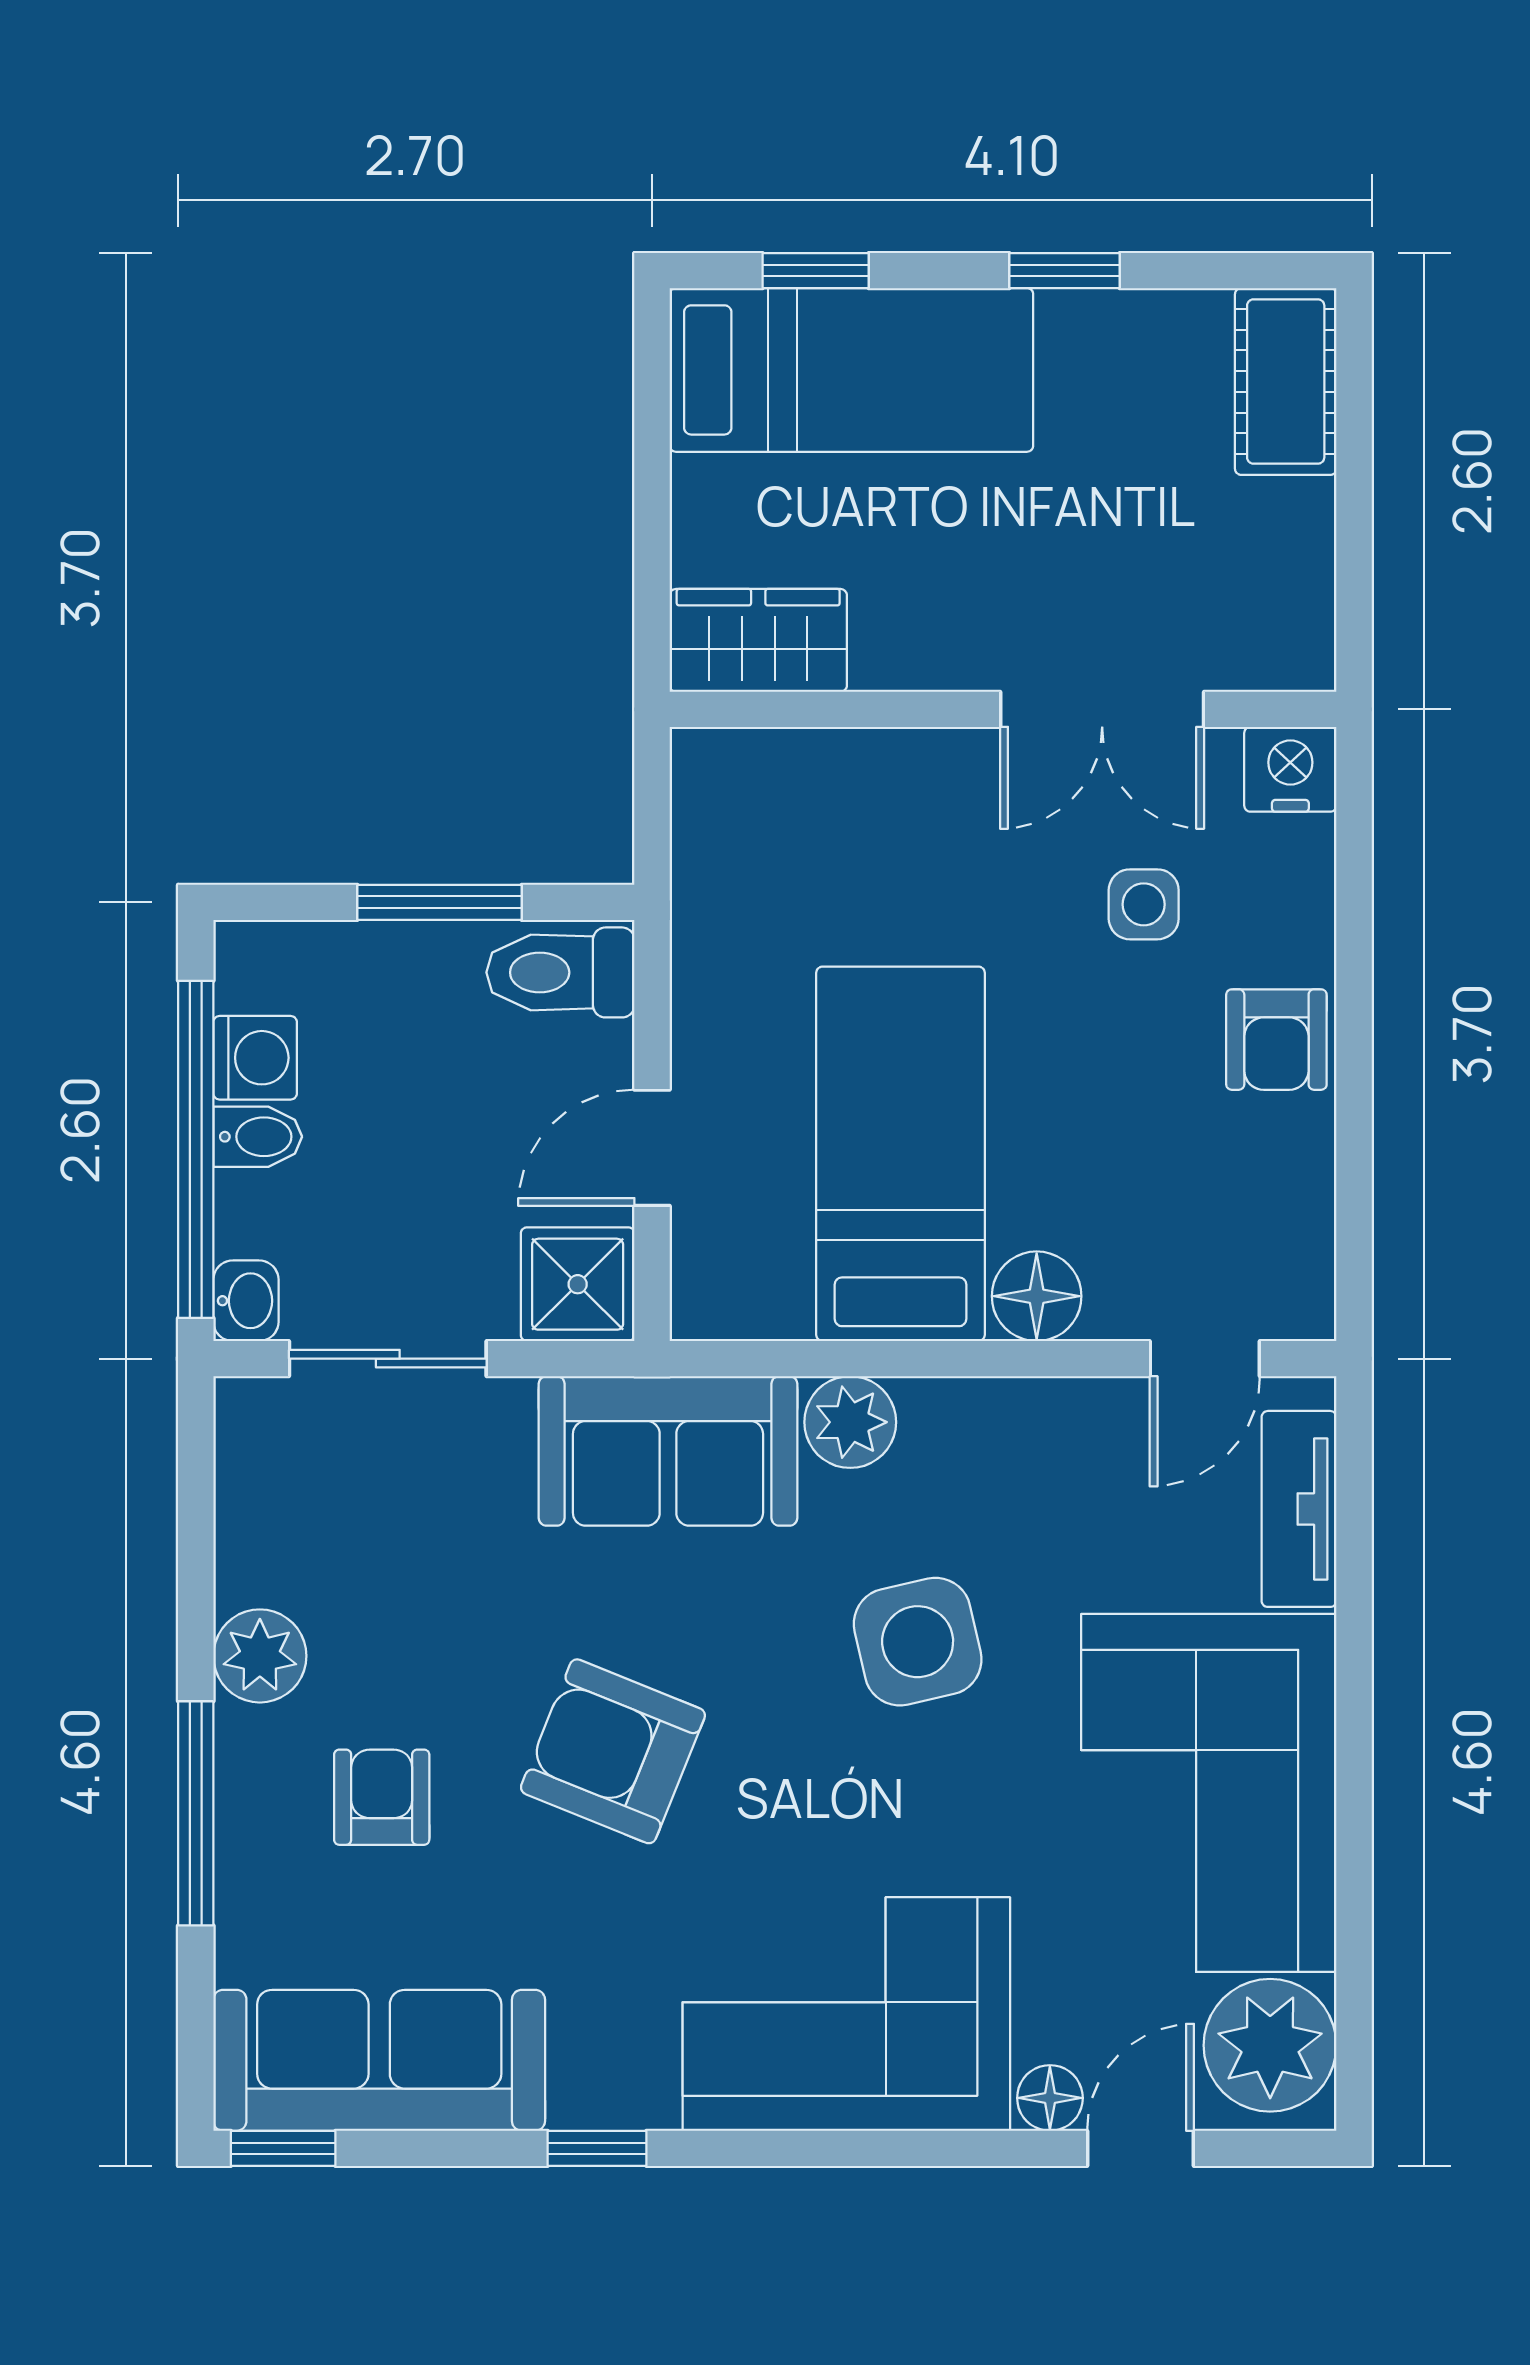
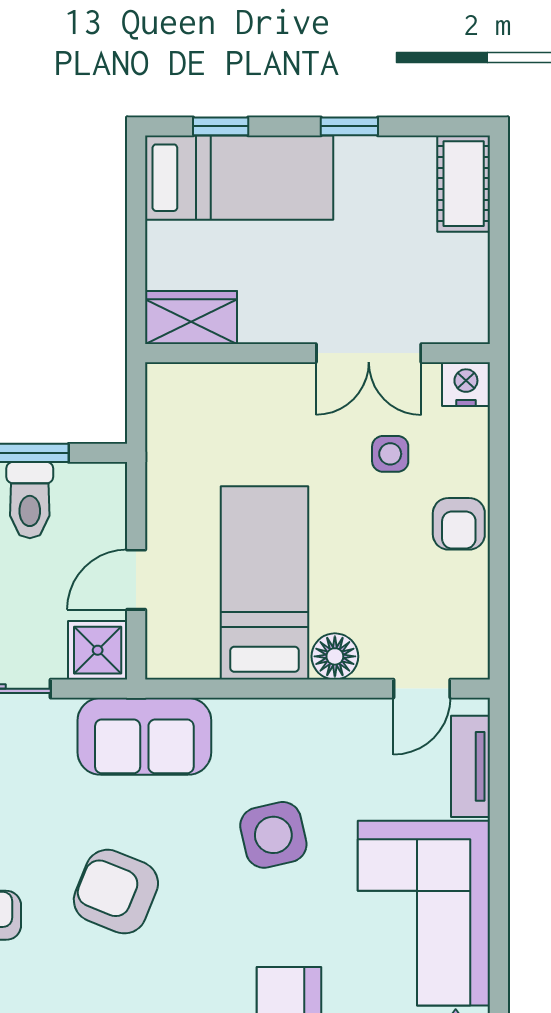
toilet: (560, 972) -> (30, 500), moved, turned -90
plant: (850, 1422) -> (238, 721), removed

